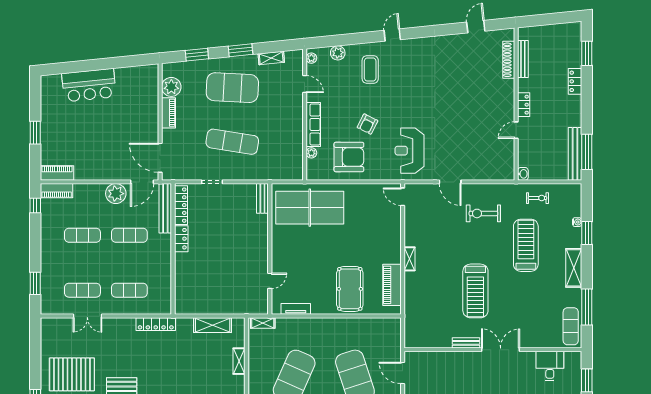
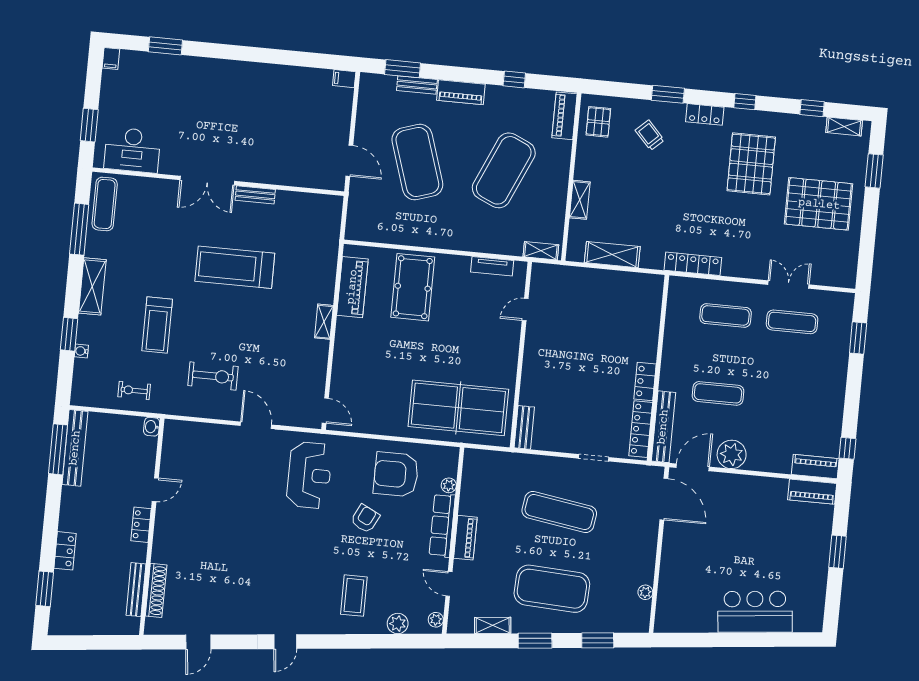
door: (392, 35) -> (285, 642), moved
plant: (171, 87) -> (645, 592), width x0.53, depth x0.53
piano: (168, 113) -> (465, 538), moved, turned 180
exercise mat: (82, 235) -> (785, 400), removed
treadmill: (526, 245) -> (157, 325), width x0.73, depth x0.73
treadmill: (475, 291) -> (235, 267), turned -90
desk: (550, 366) -> (132, 150), width x1.37

